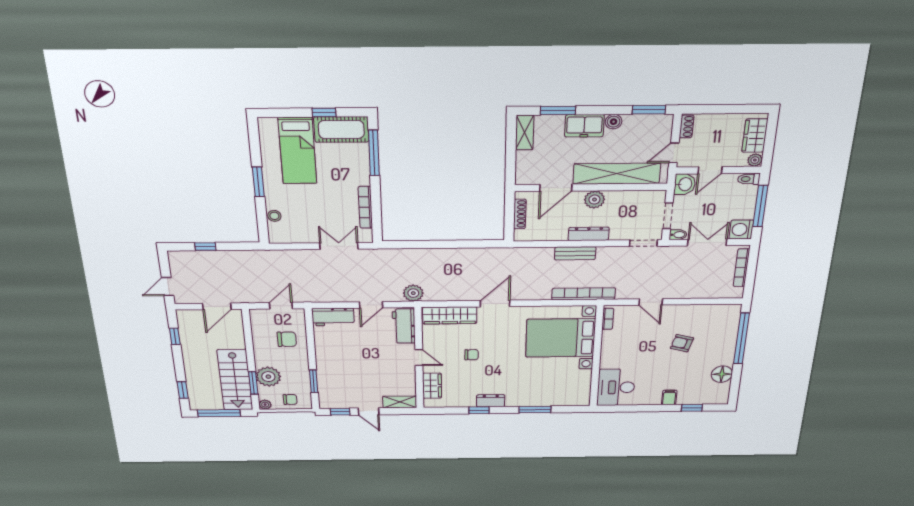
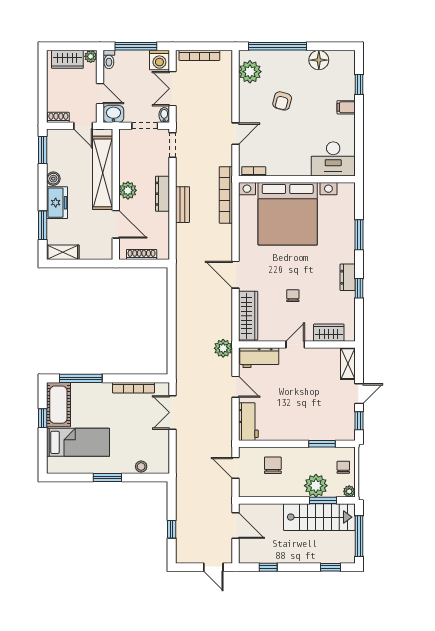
plant: (717, 314) -> (250, 72), added
bed with nightstands: (560, 338) -> (288, 214), width x1.36

